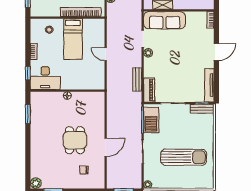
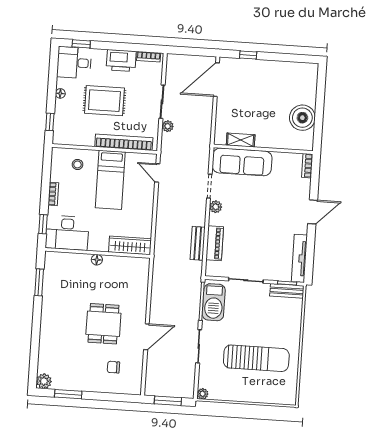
door: (106, 54) -> (157, 173), moved
wardrobe: (90, 84) -> (130, 245), added
piano: (149, 90) -> (215, 243), moved

